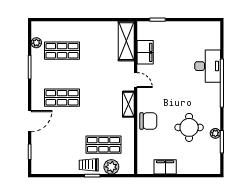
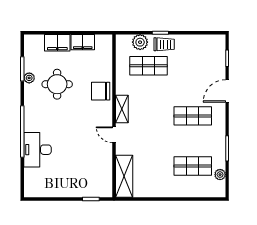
filing cabinet: (145, 52) -> (57, 43), moved, turned -90

